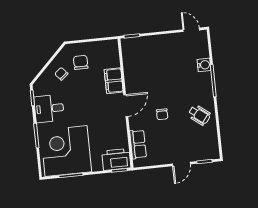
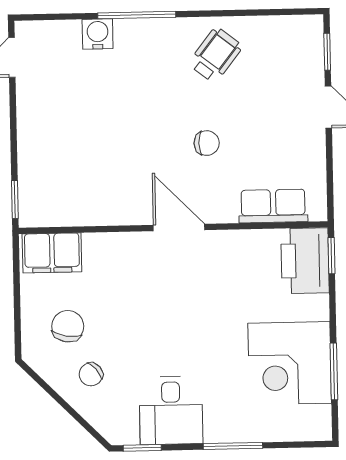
chair: (81, 62) -> (68, 326), turned 100
filing cabinet: (114, 81) -> (52, 253), moved
corner desk: (66, 151) -> (290, 363), width x0.74, depth x0.74

